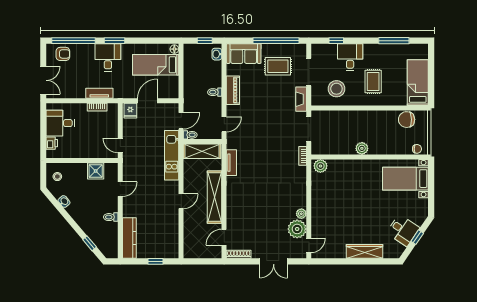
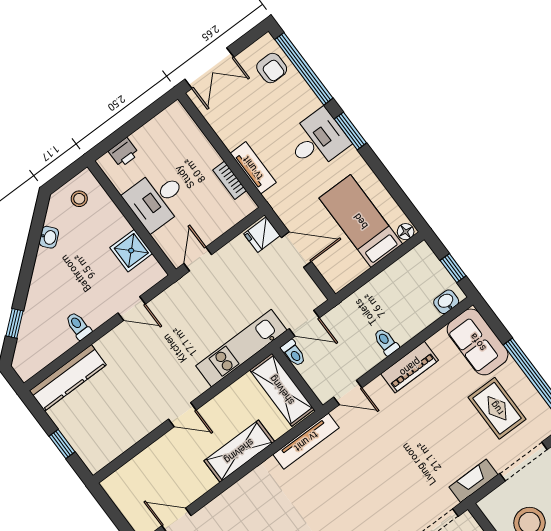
desk: (60, 123) -> (157, 199), moved, turned -90
tv unit: (231, 163) -> (306, 441), width x1.41
shelving: (214, 197) -> (239, 451), width x0.68

